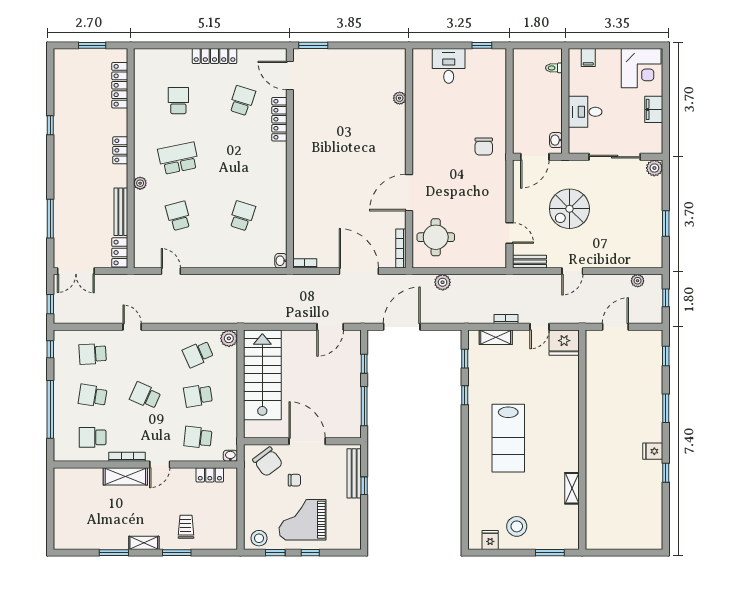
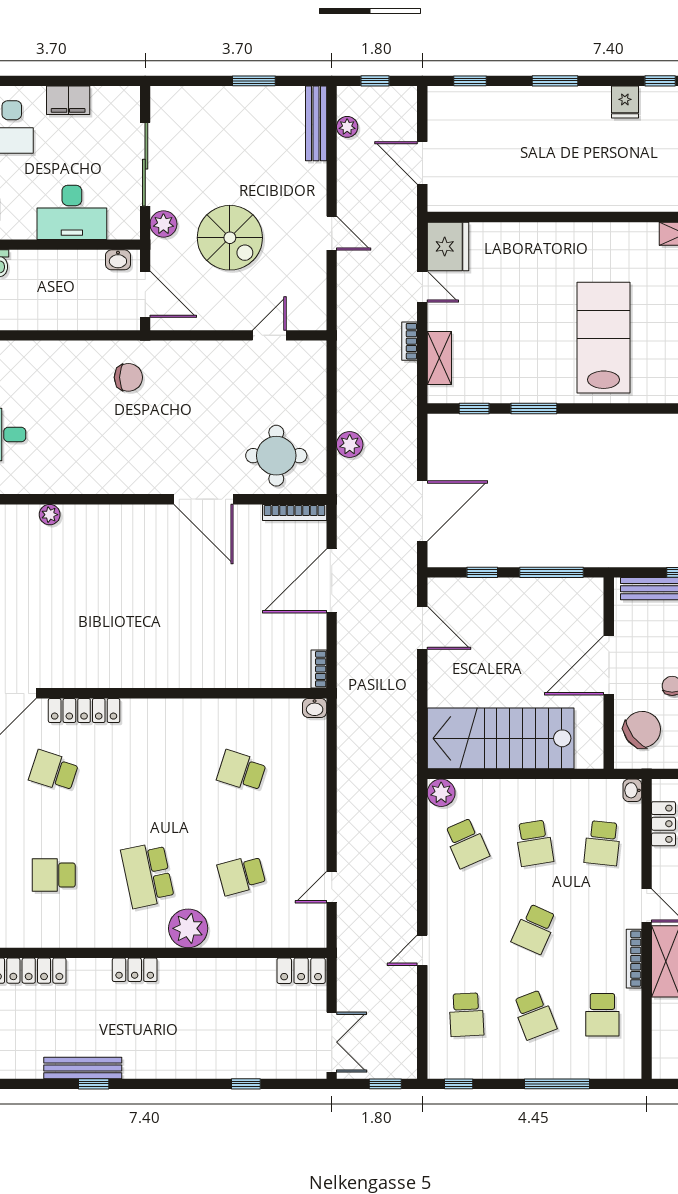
desk: (585, 112) -> (72, 212), width x1.37
plant: (654, 168) -> (163, 224), moved
plant: (140, 183) -> (188, 928), width x1.88, depth x1.88
bench: (121, 212) -> (83, 1068), moved
window: (50, 219) -> (246, 1084), width x0.46
bench: (529, 262) -> (316, 123), moved, width x1.36
door: (402, 327) -> (422, 511), swing flipped
window: (465, 395) -> (534, 409), width x1.50
school desk: (93, 396) -> (534, 1015), turned -30
window: (50, 409) -> (557, 1084), width x0.68
lab bench: (508, 438) -> (604, 338), turned -90

